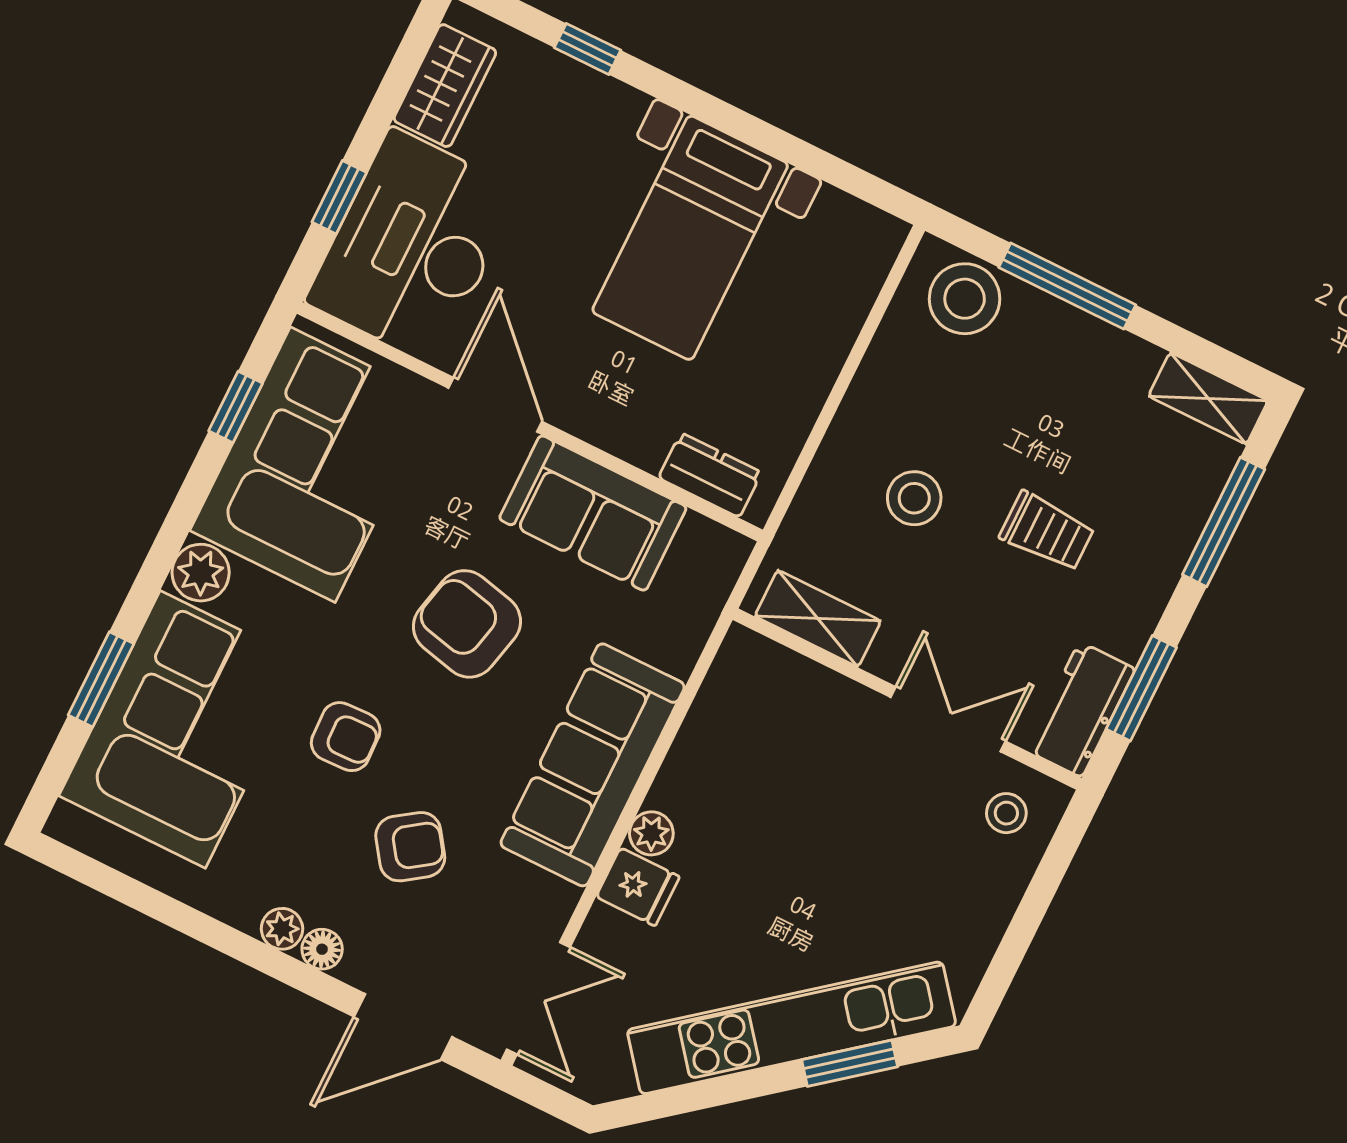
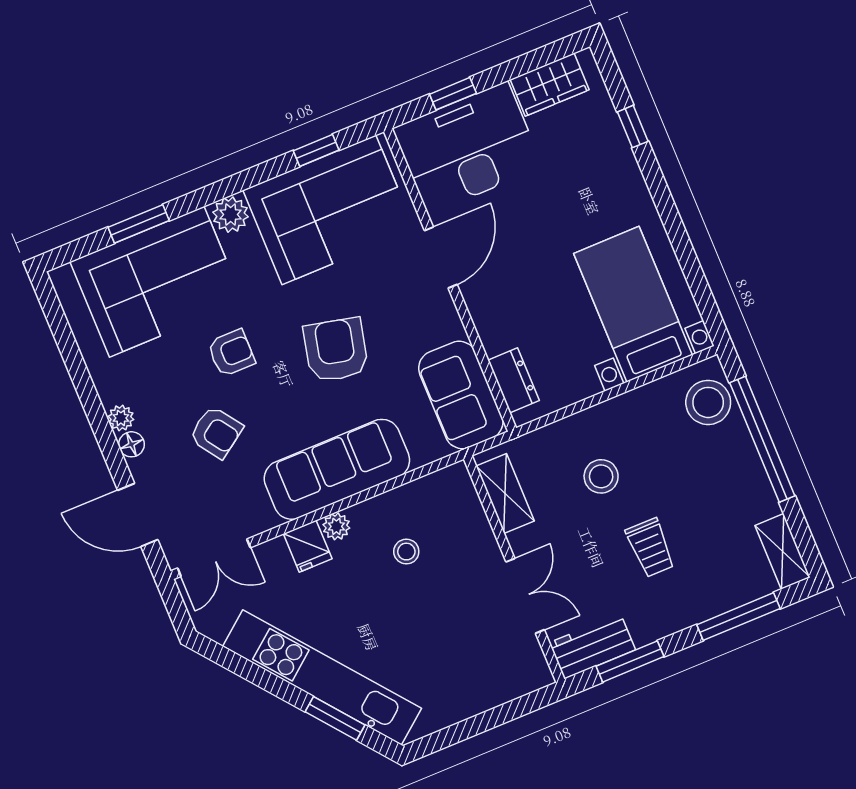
bed with nightstands: (690, 238) -> (633, 304), moved, turned 90
window: (1067, 286) -> (762, 439), width x1.46
sofa: (593, 513) -> (461, 395), moved
armchair: (346, 737) -> (231, 353), turned -88
stool: (1006, 813) -> (406, 552), moved

